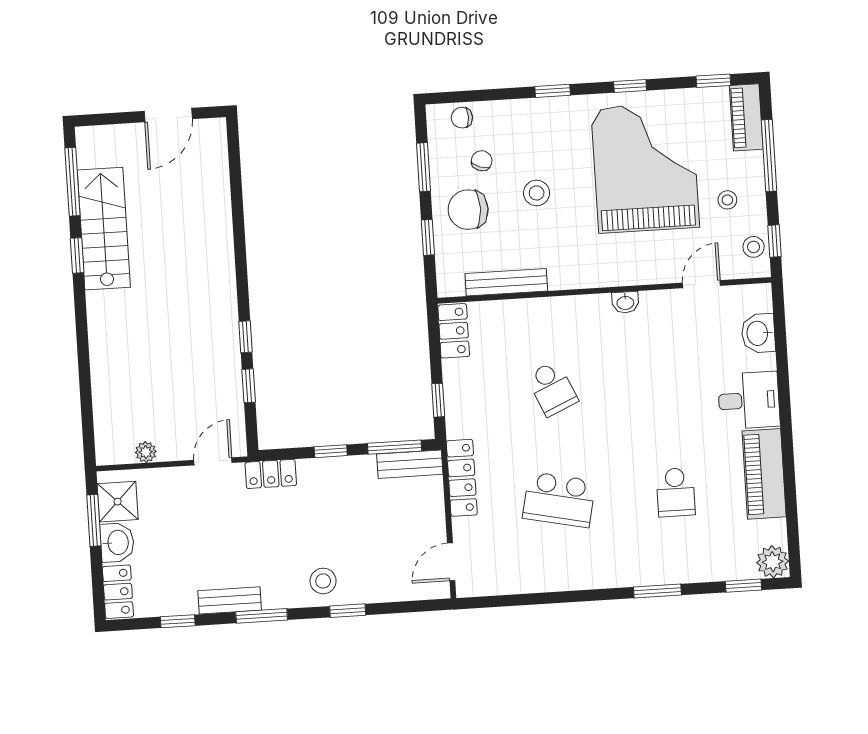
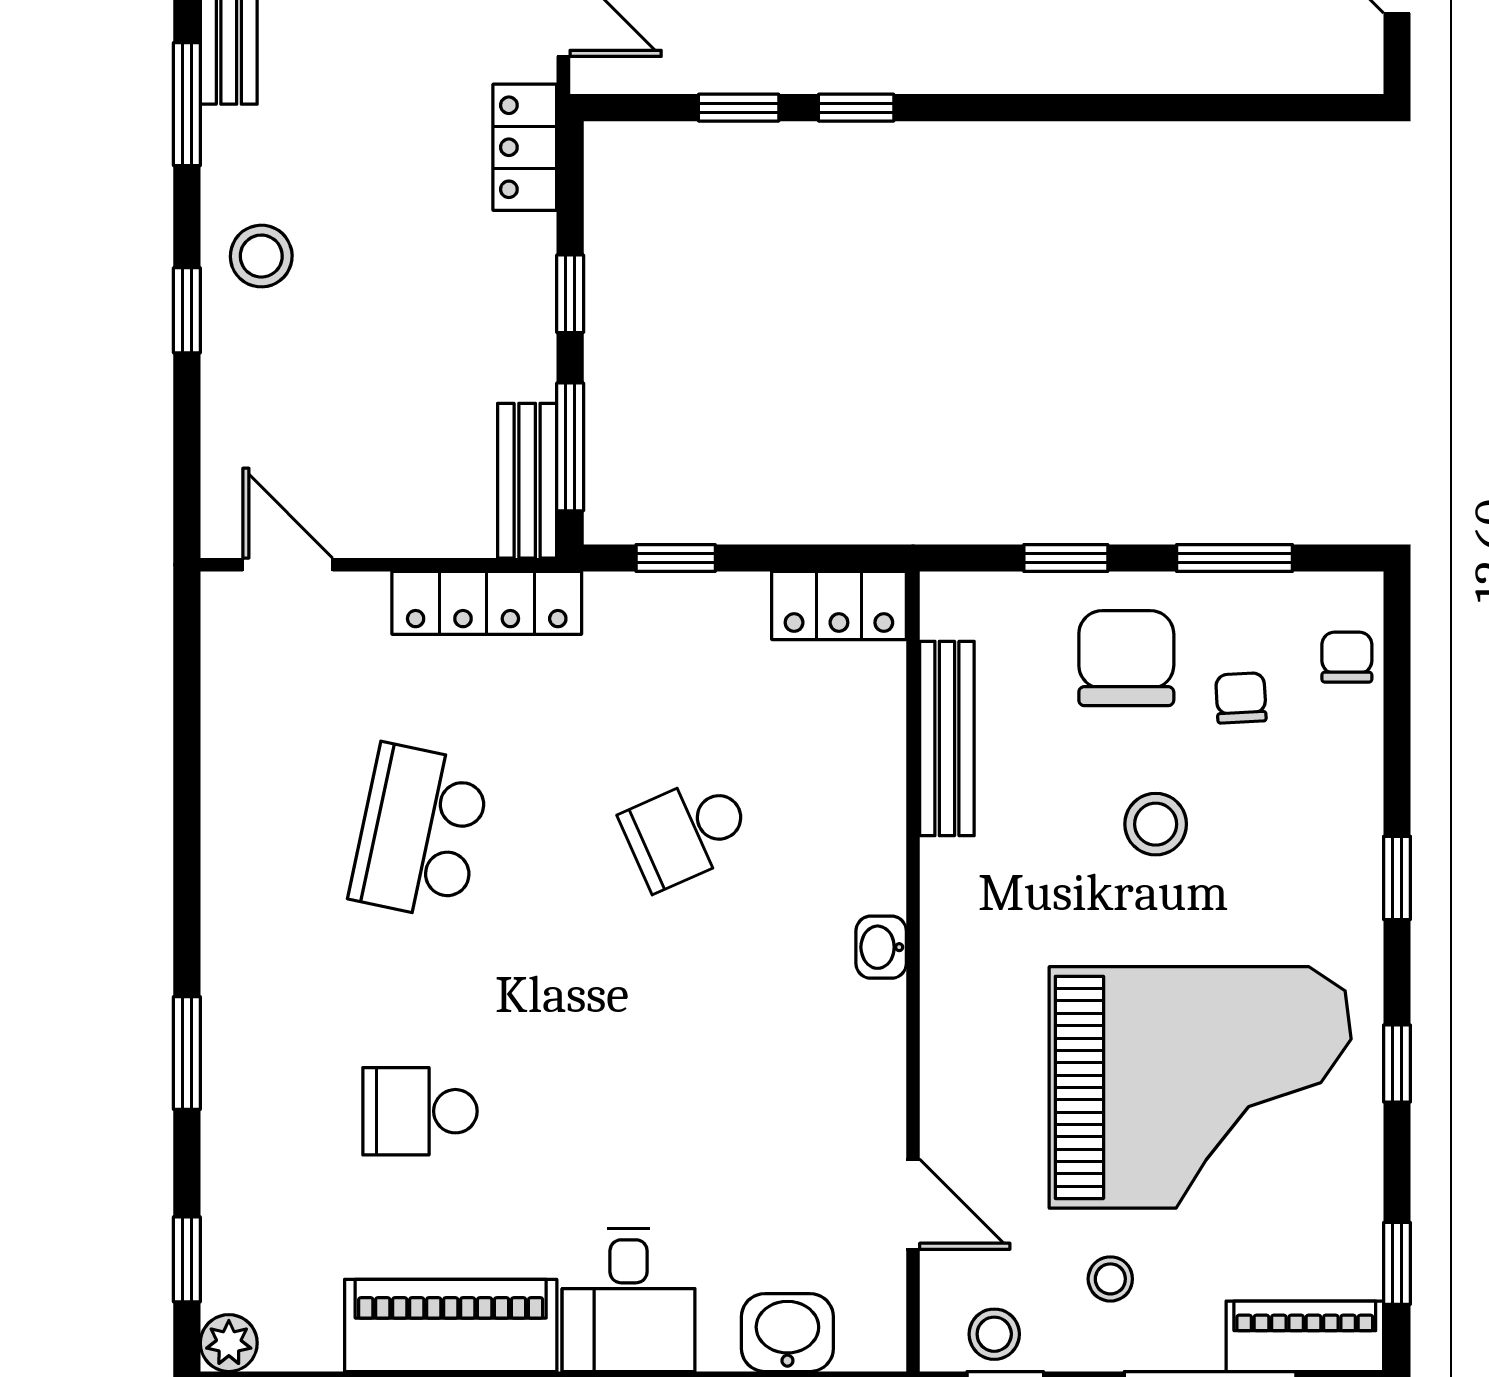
chair: (482, 161) -> (1241, 698), turned -112
washbasin: (625, 302) -> (881, 947), moved
plant: (773, 562) -> (229, 1343), width x0.73, depth x0.73

